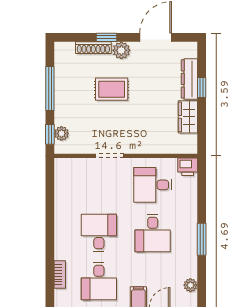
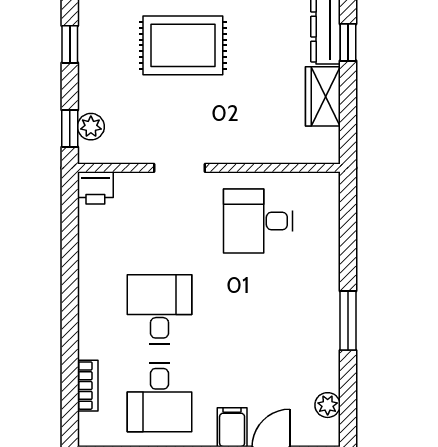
window: (50, 89) -> (70, 44), width x0.46
rug: (112, 89) -> (183, 45), width x1.36, depth x1.43
printer: (188, 167) -> (95, 188), moved
desk: (153, 233) -> (258, 309), removed

